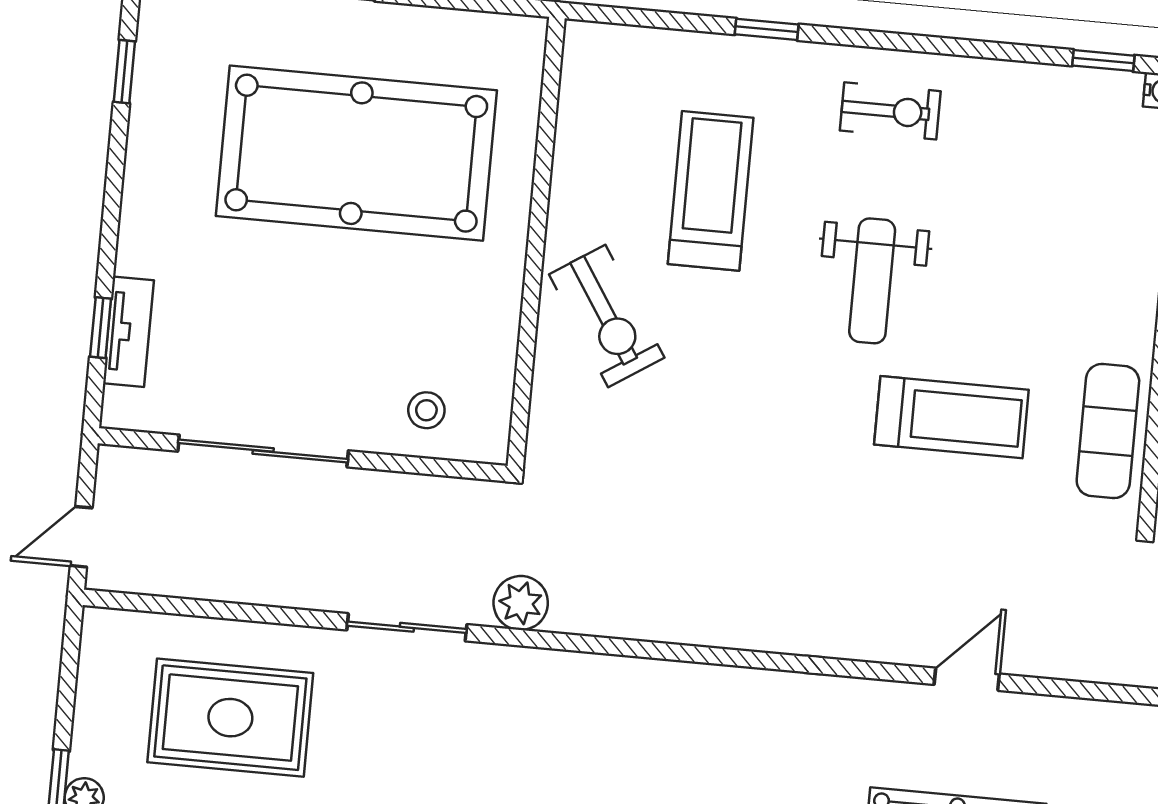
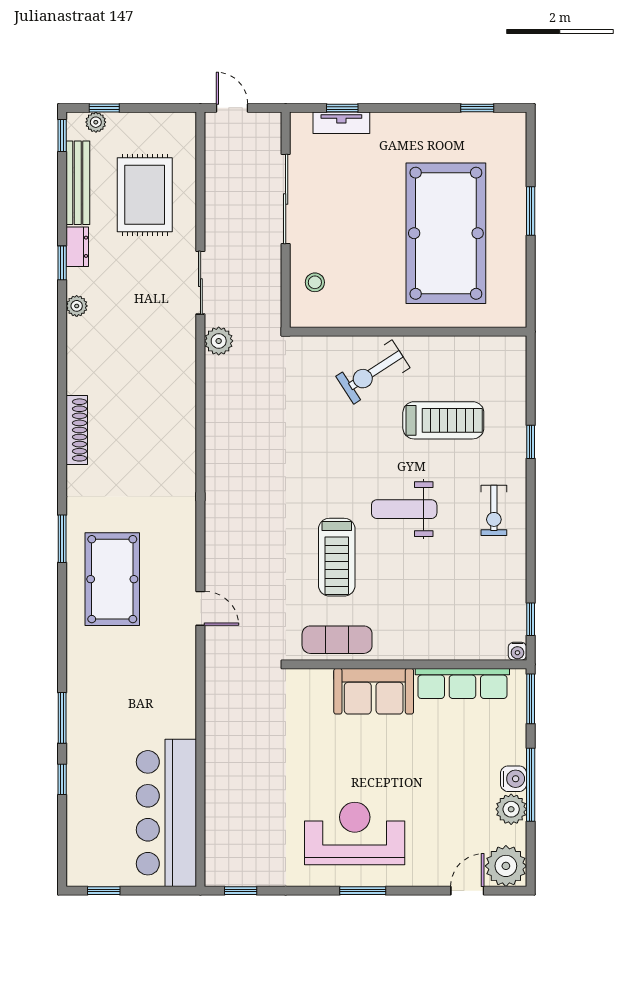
door: (967, 679) -> (200, 608), moved

